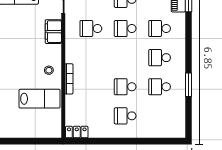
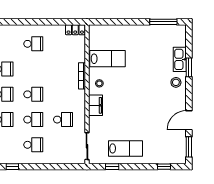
filing cabinet: (53, 32) -> (96, 105), moved
school desk: (125, 87) -> (33, 94), moved
lab bench: (40, 99) -> (107, 59), turned 180

